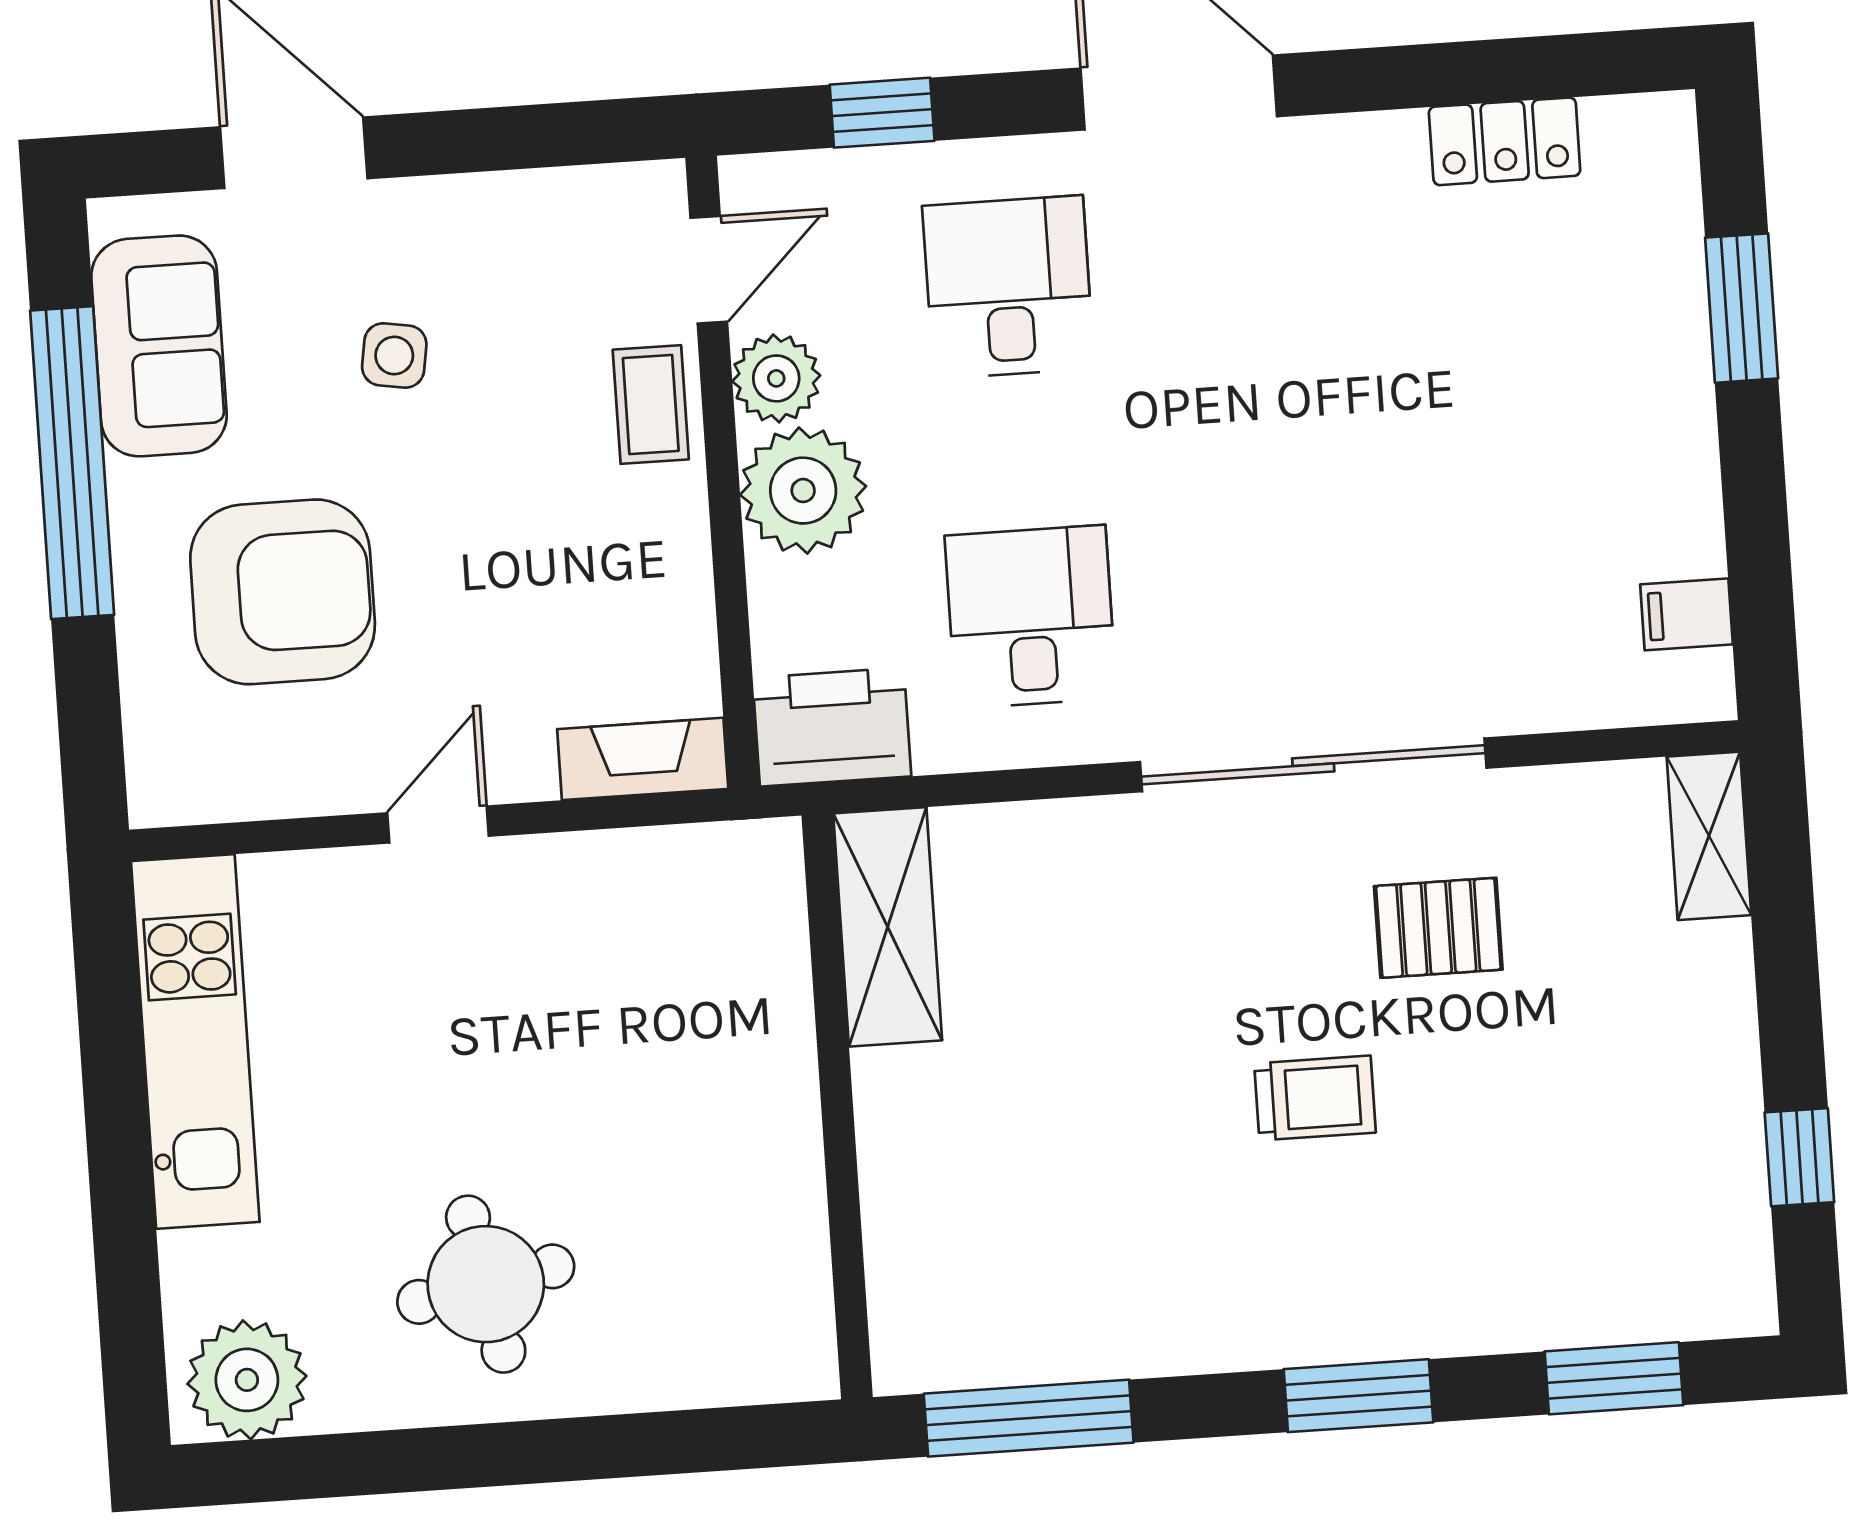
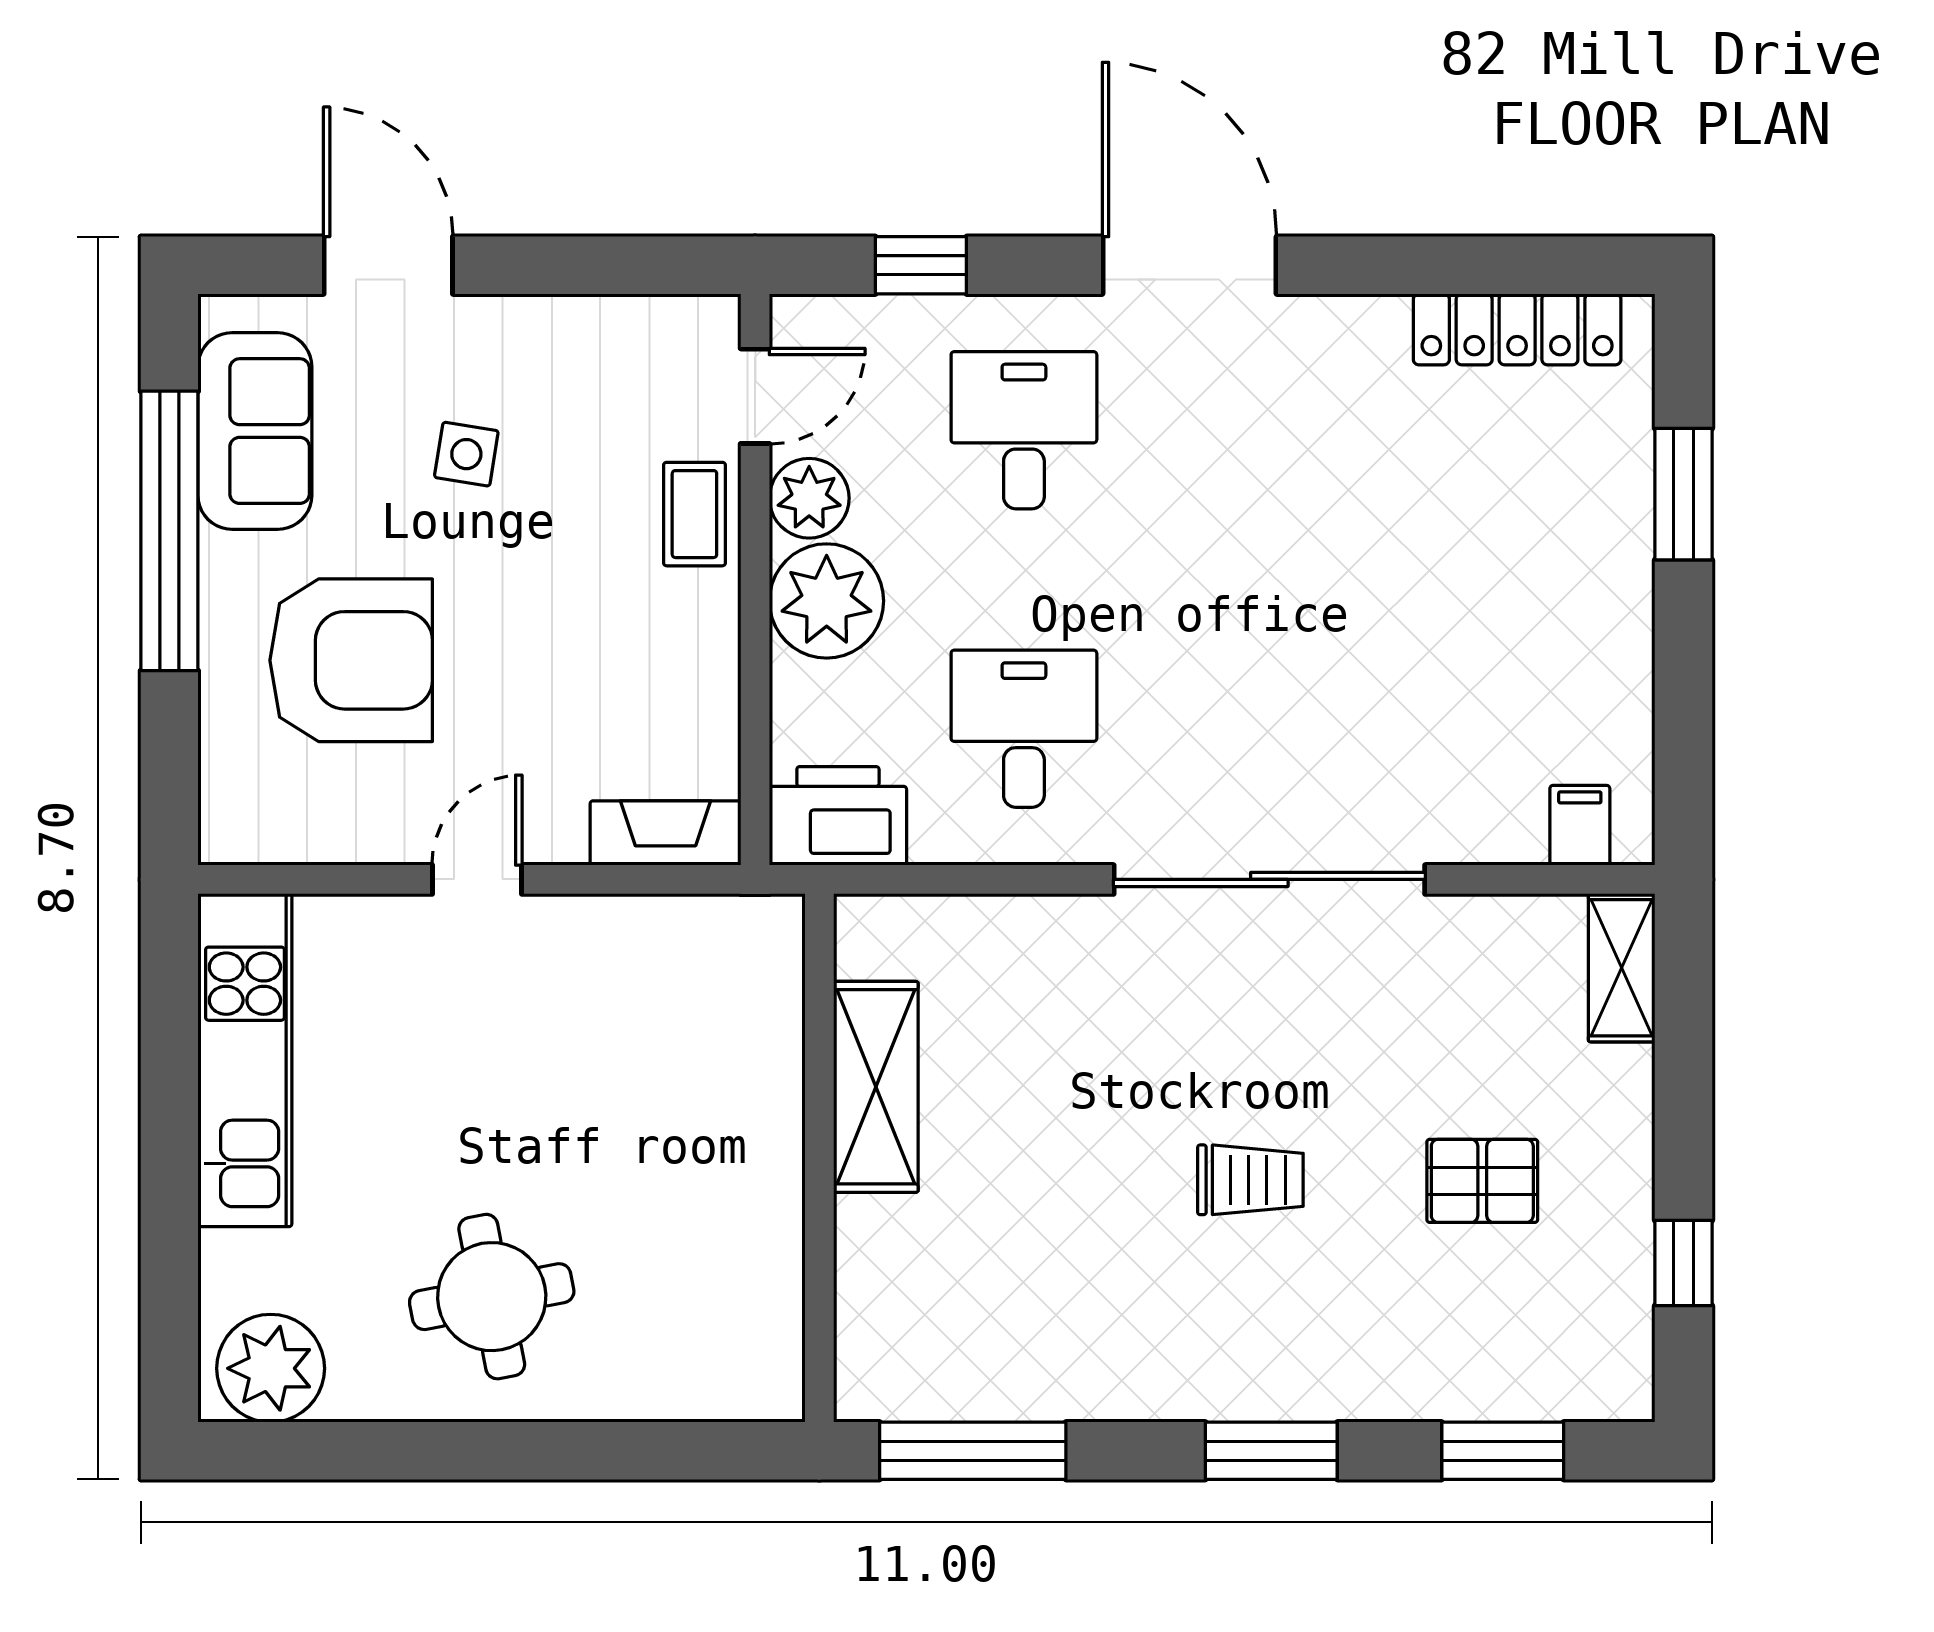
locker: (1505, 141) -> (1517, 329), width x1.53
filing cabinet: (1687, 614) -> (1580, 825), moved, turned 90
shelving: (888, 927) -> (876, 1087), moved
pallet: (1438, 928) -> (1482, 1181), moved

